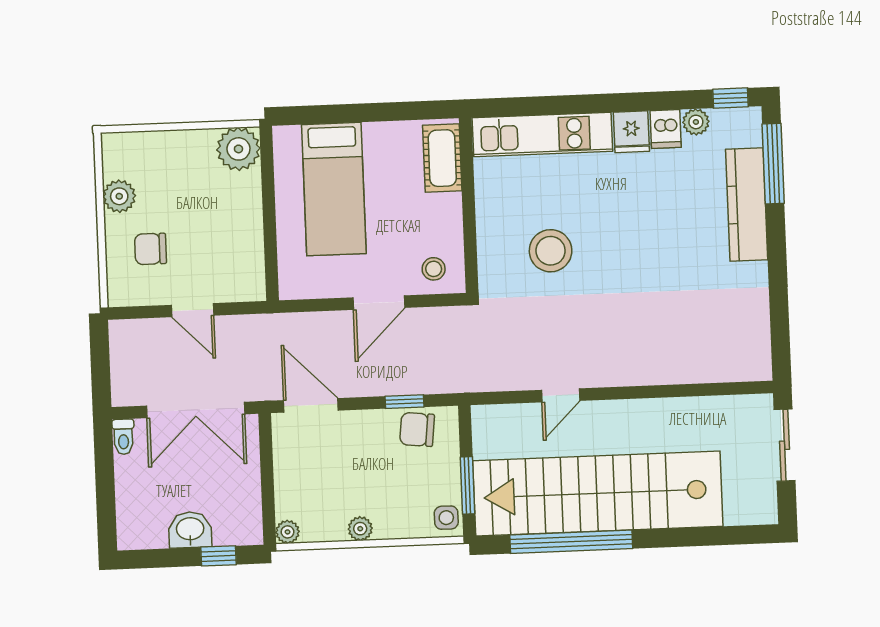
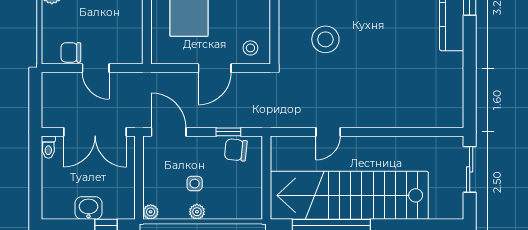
chair: (150, 249) -> (71, 52), moved
window: (467, 485) -> (266, 187), removed
side table: (446, 518) -> (195, 184), moved

